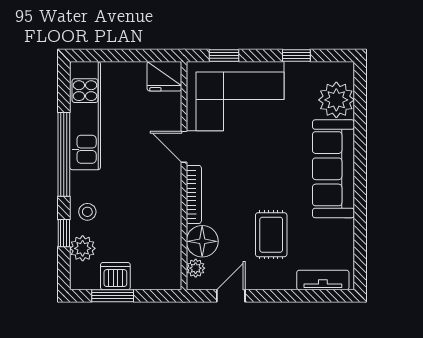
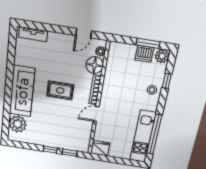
window: (296, 56) -> (50, 150), moved
corner sofa: (235, 96) -> (67, 134), removed
door: (184, 147) -> (96, 114), swing flipped
window: (64, 154) -> (154, 134), moved
rug: (271, 235) -> (60, 90), moved, turned 90
plant: (83, 248) -> (162, 56), moved

